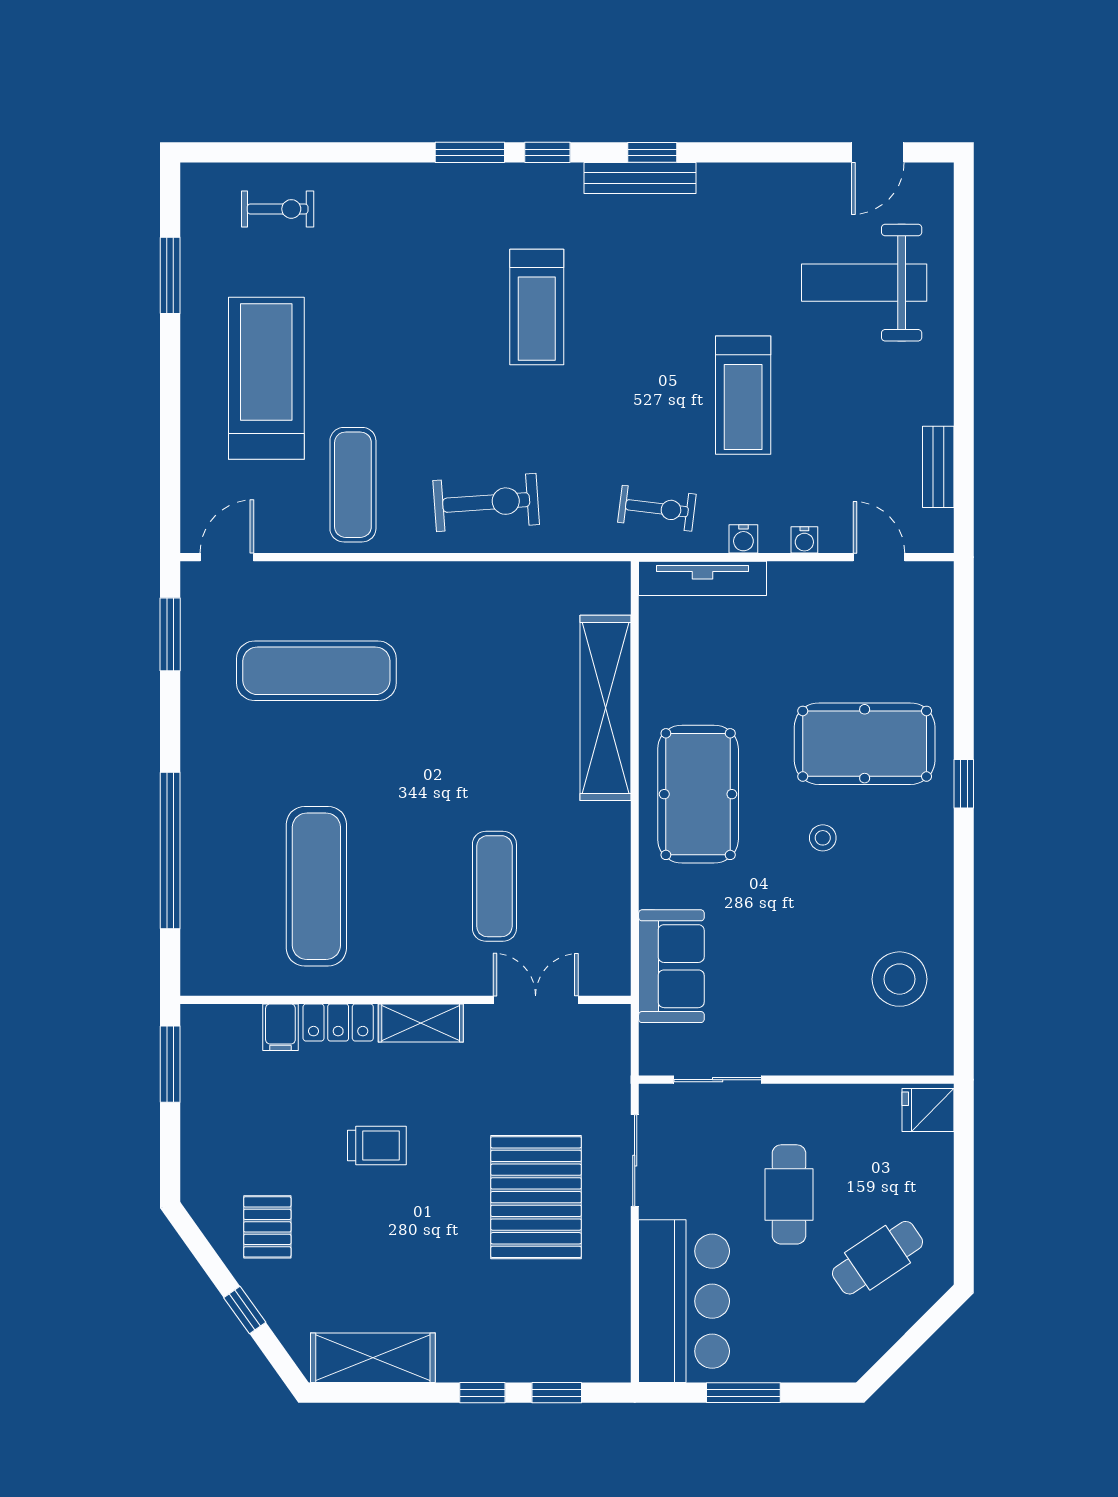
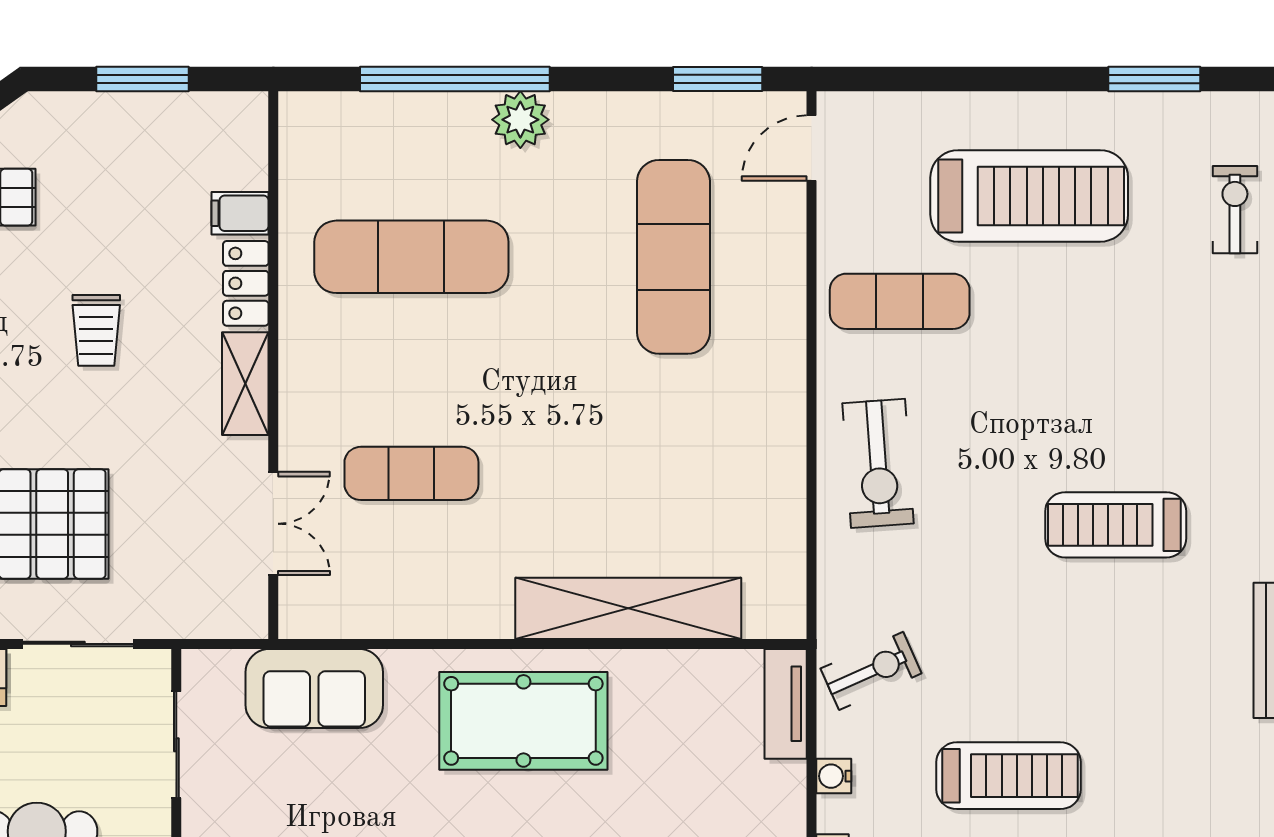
exercise bike: (278, 209) -> (1235, 210), turned 180
treadmill: (743, 395) -> (1009, 776), turned 180
exercise bike: (657, 508) -> (871, 671), turned -121
door: (227, 557) -> (812, 148), swing flipped
tv unit: (702, 578) -> (786, 704), width x0.71
plant: (204, 797) -> (520, 120), added
window: (170, 1064) -> (143, 79), moved

